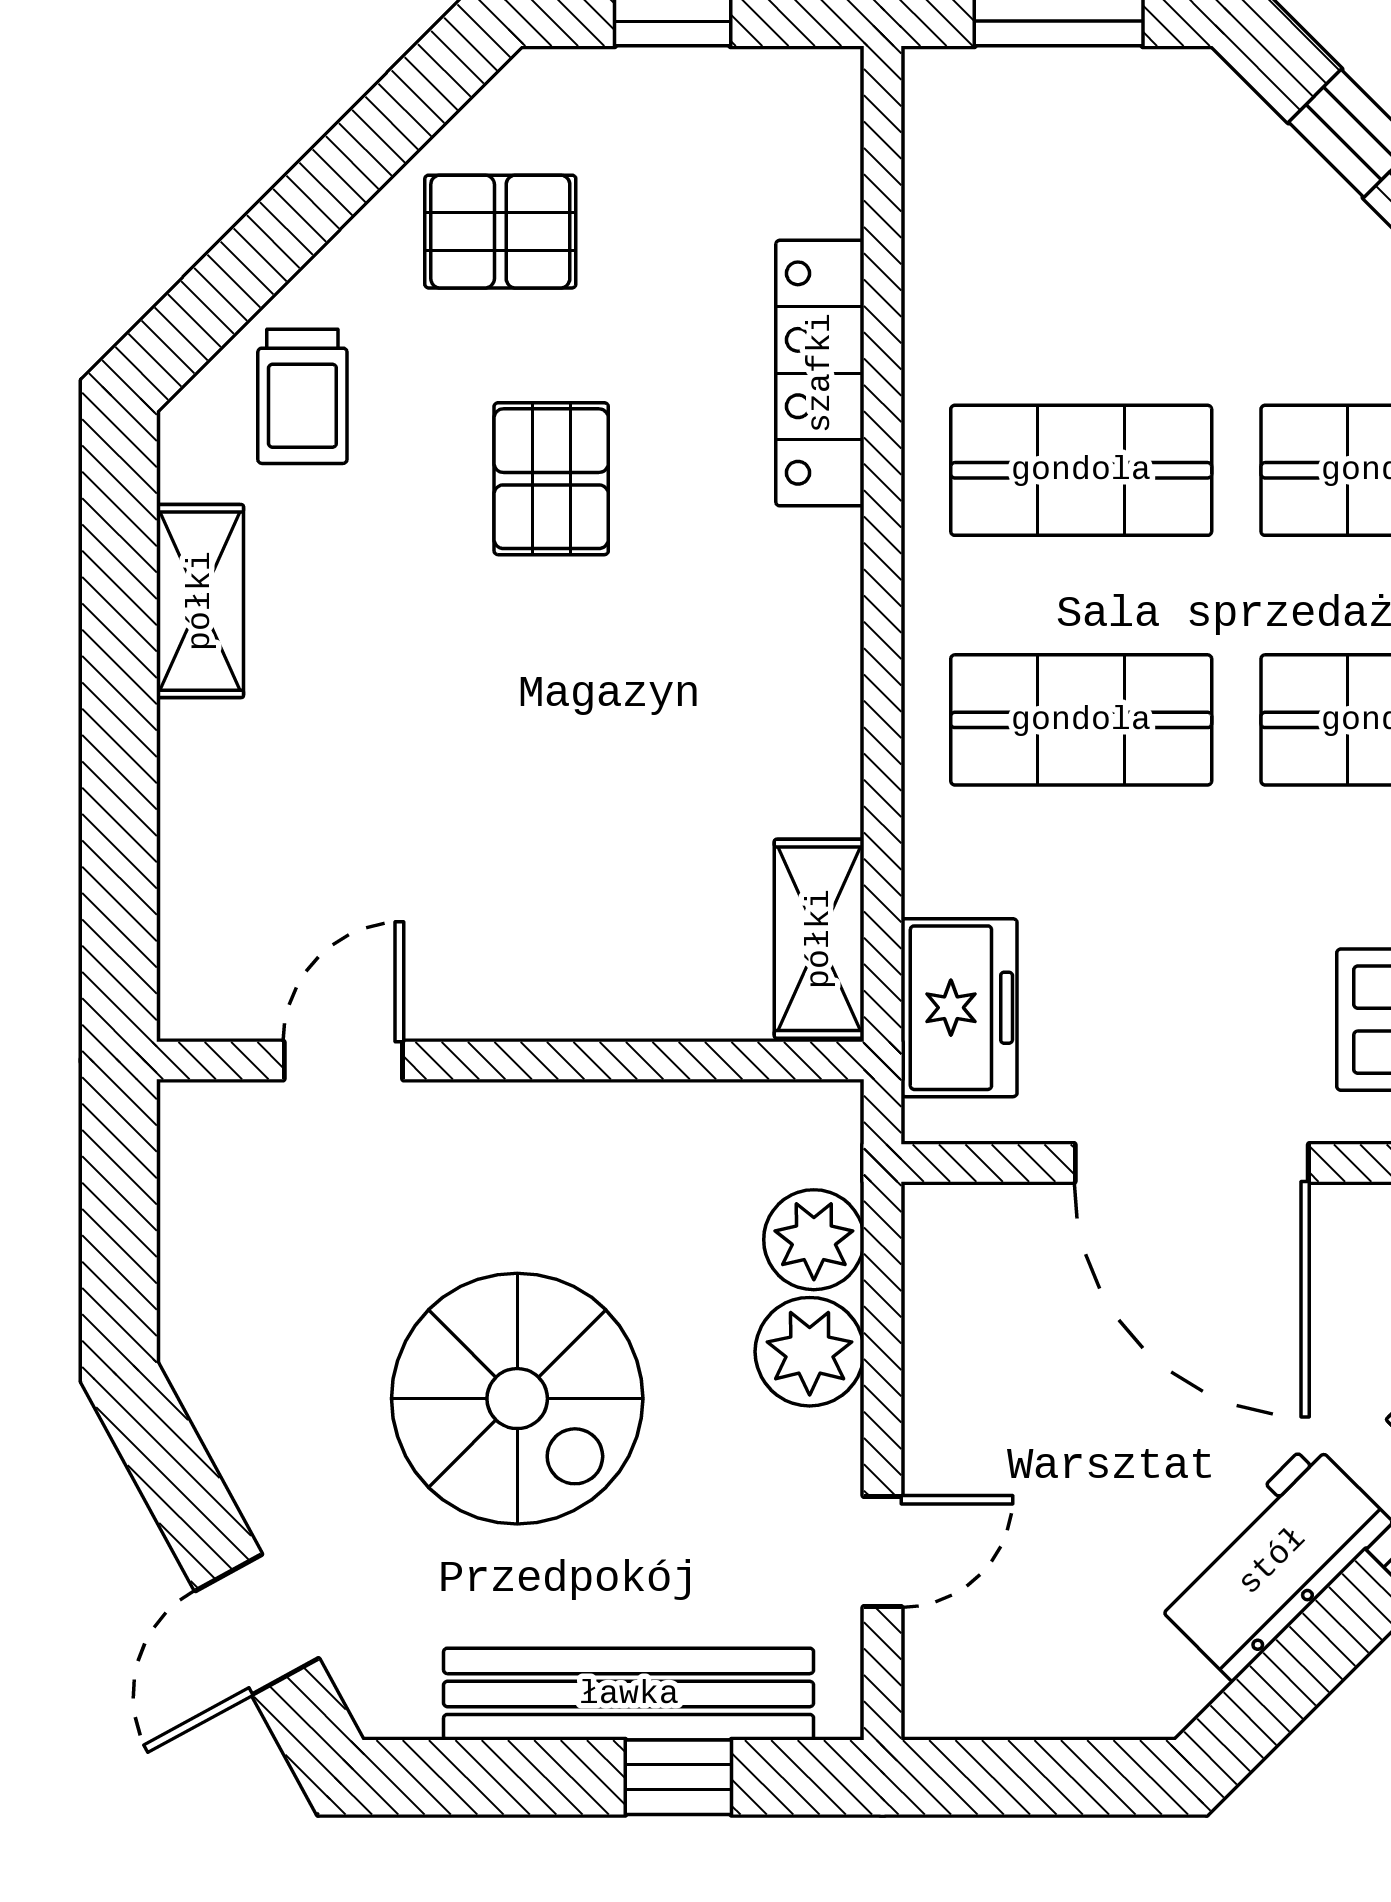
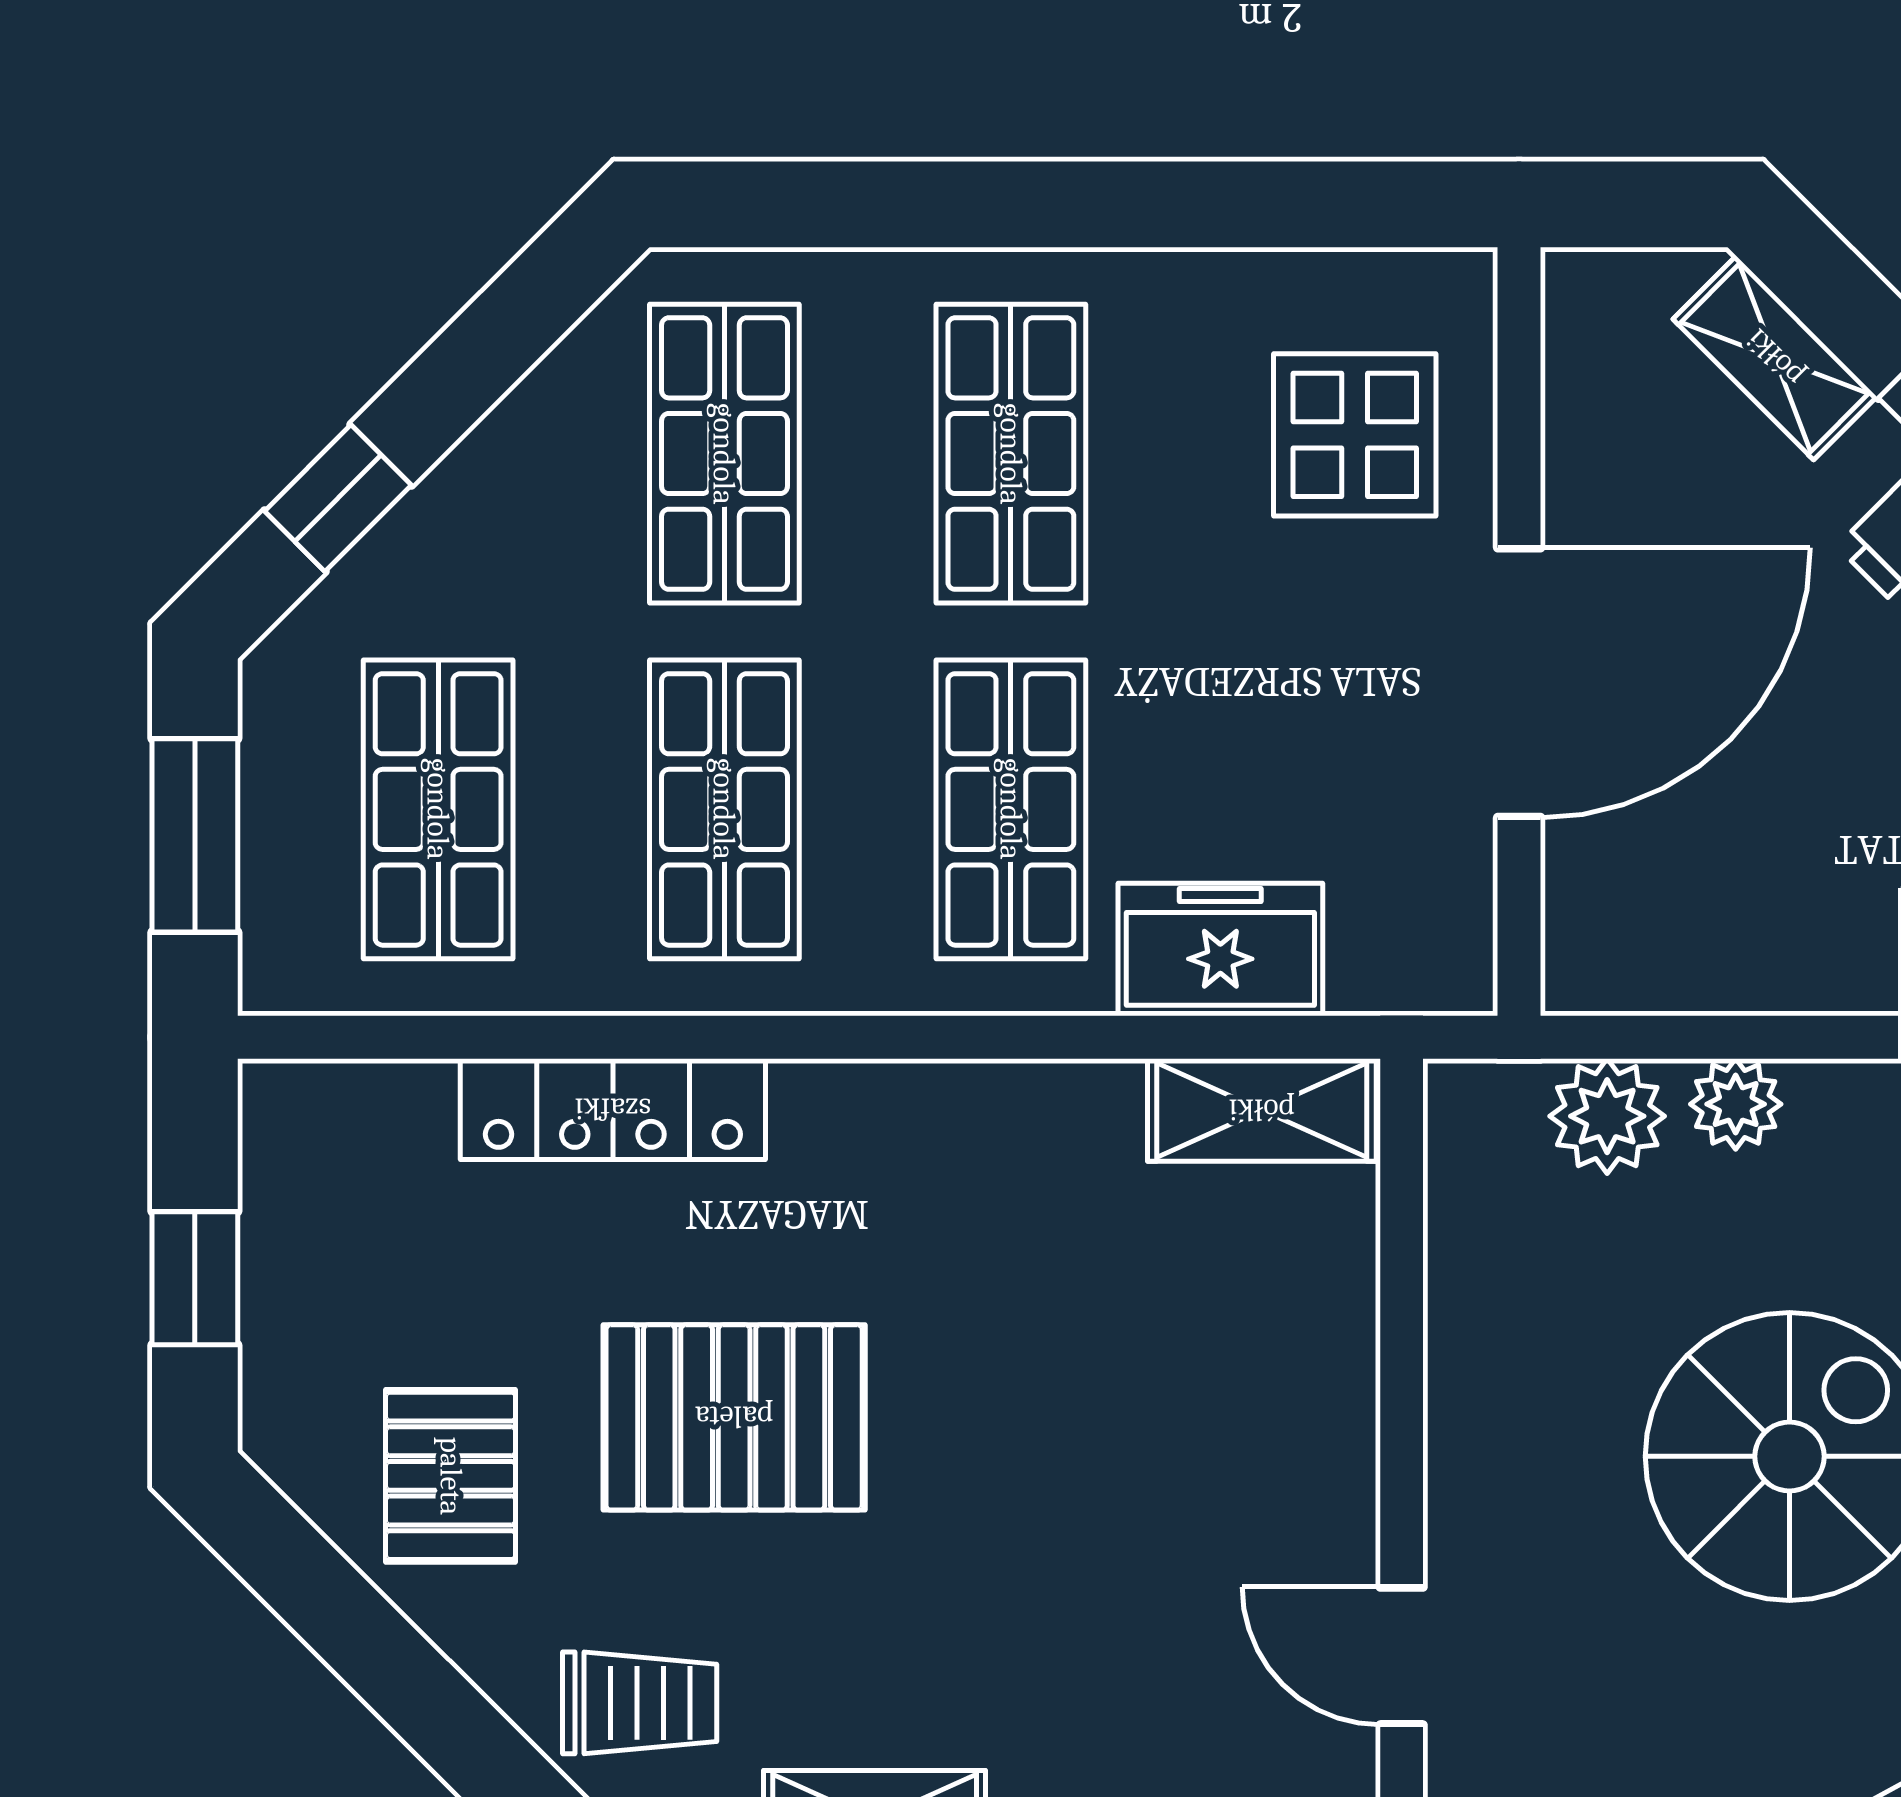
shop shelf: (1081, 221) -> (438, 809), added
pallet: (551, 479) -> (734, 1417), width x1.50, depth x1.42
freezer: (959, 1008) -> (1220, 950), moved
plant: (810, 1352) -> (1736, 1104), width x0.73, depth x0.73

